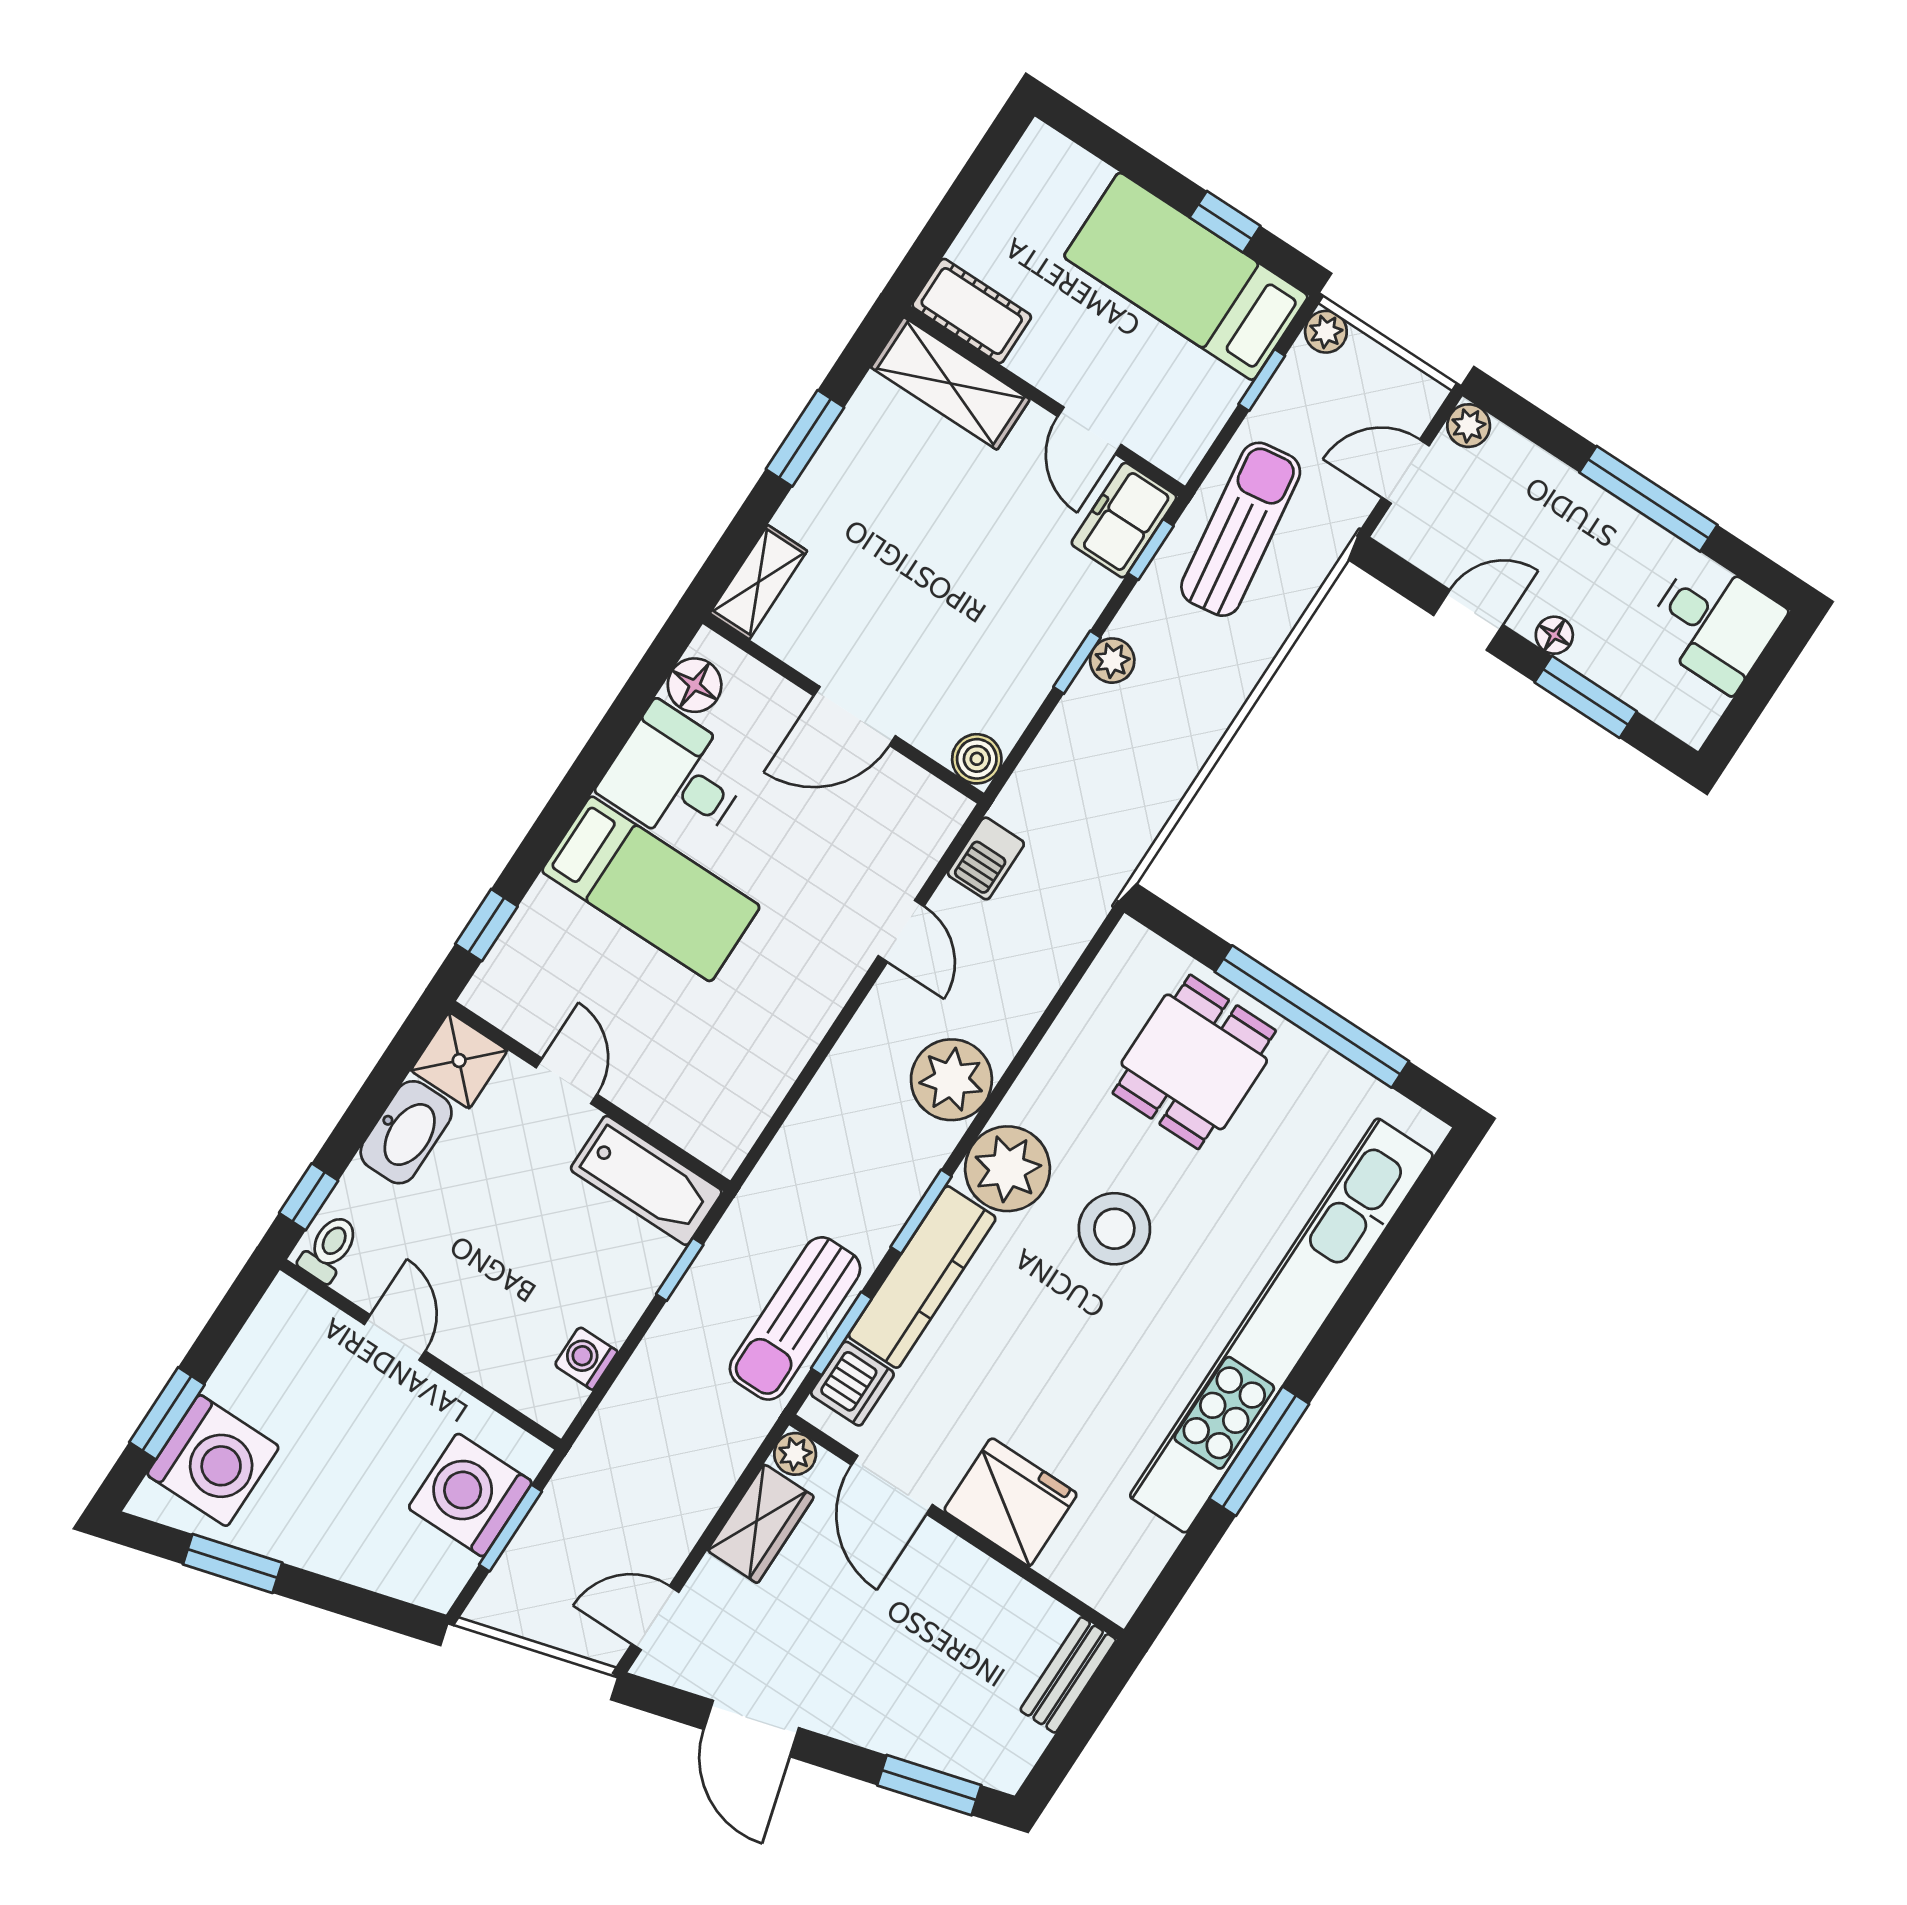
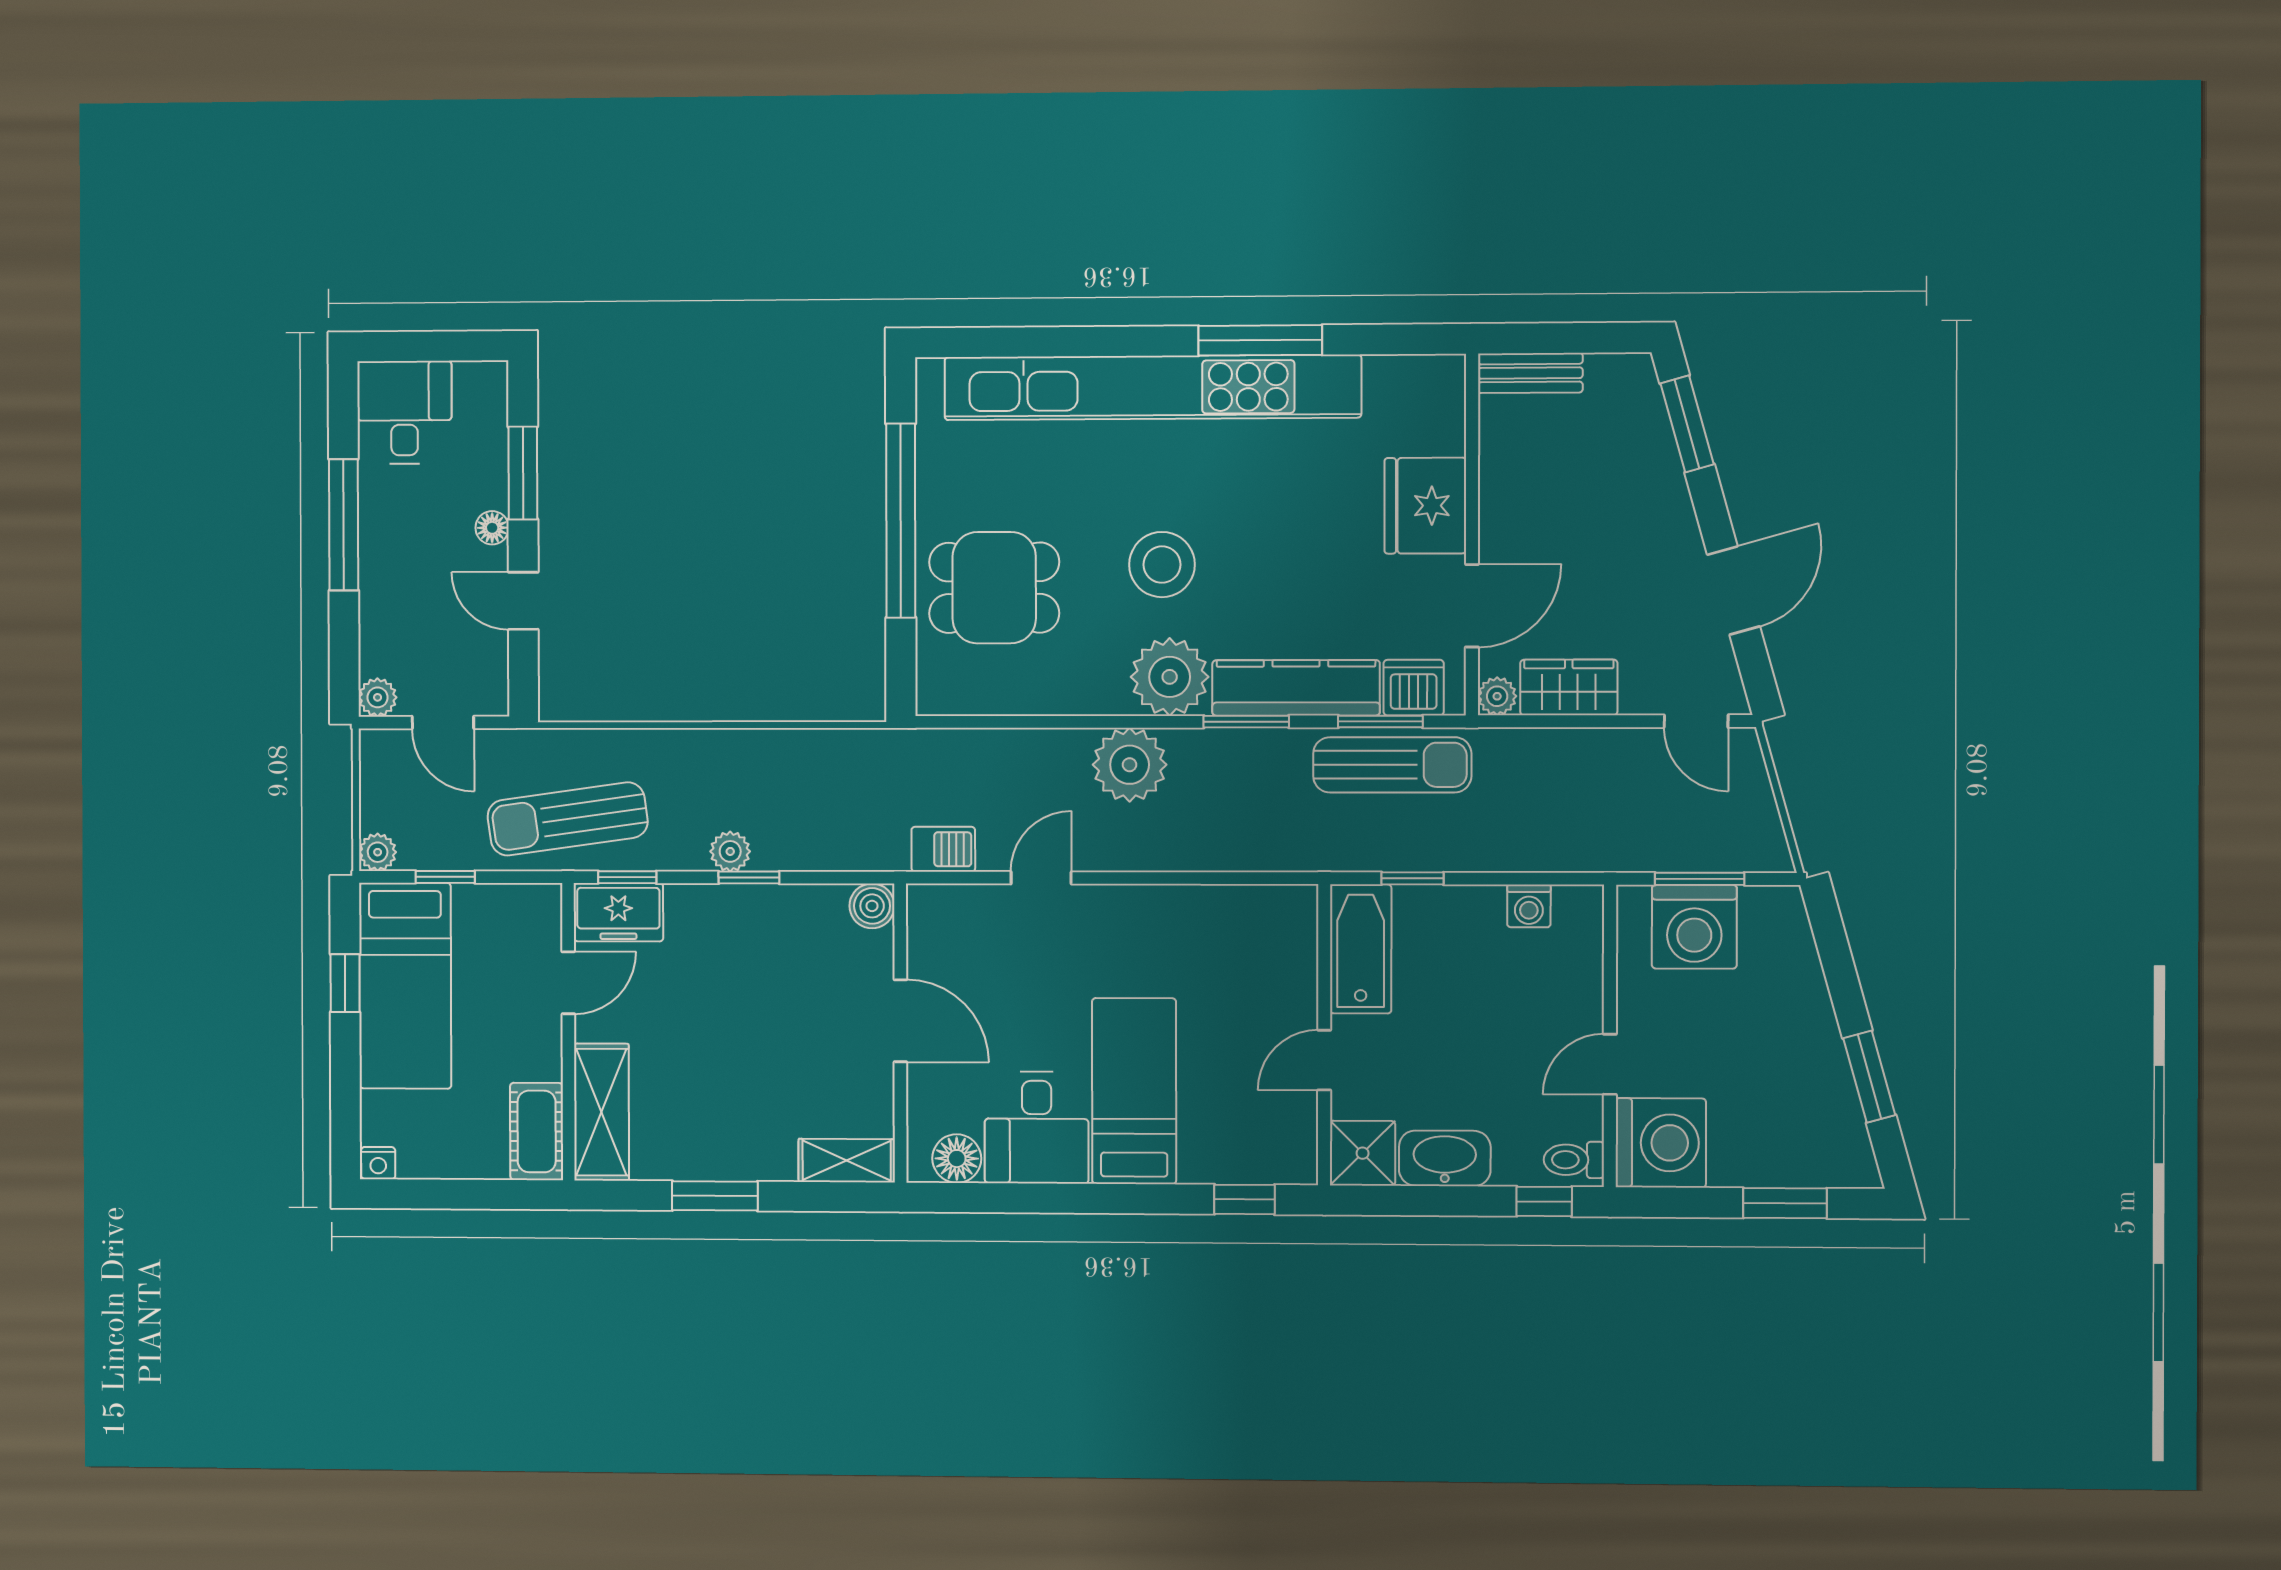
nightstand: (1039, 143) -> (378, 1163), added
washing machine: (213, 1461) -> (1661, 1143), moved, turned 90

